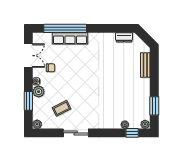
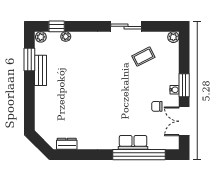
row of seats: (70, 38) -> (133, 142), width x0.68
bench: (145, 65) -> (41, 70), moved
plant: (39, 92) -> (172, 77), removed
window: (28, 101) -> (184, 85), moved

